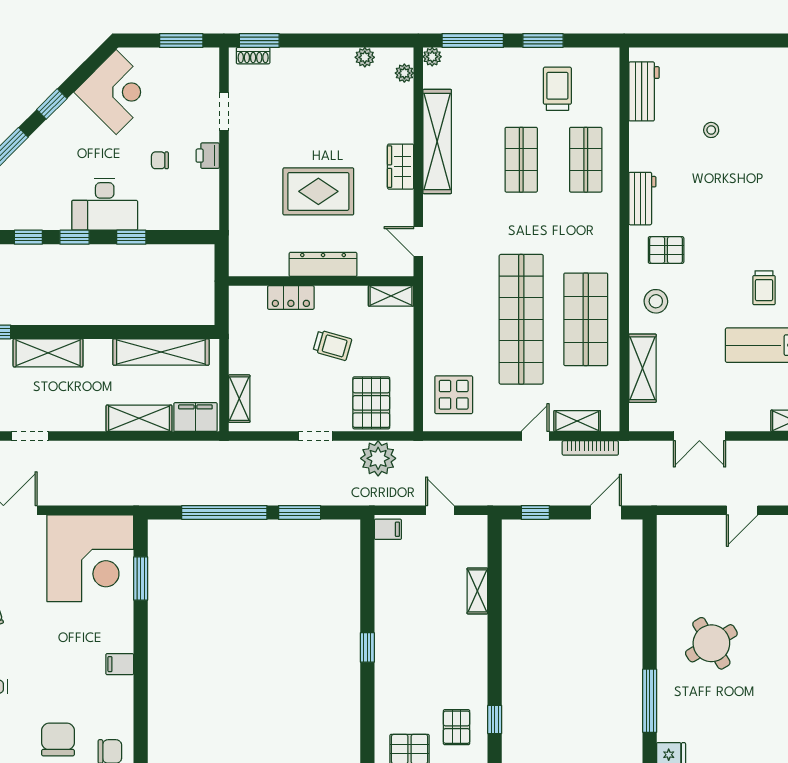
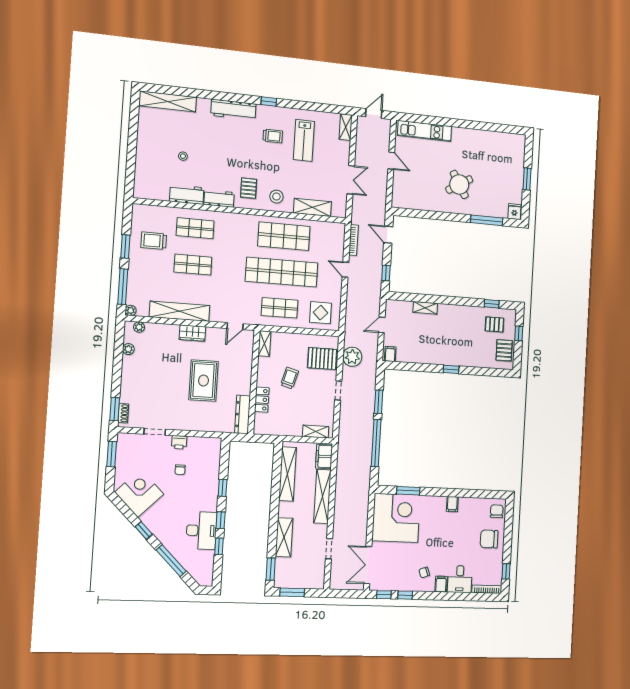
workbench: (644, 91) -> (187, 194), moved
desk: (105, 204) -> (201, 531), moved
dresser: (323, 264) -> (242, 414), moved
shop shelf: (457, 319) -> (280, 308), added
shelving: (139, 418) -> (322, 496), width x1.47
shelving: (577, 421) -> (339, 246), removed

